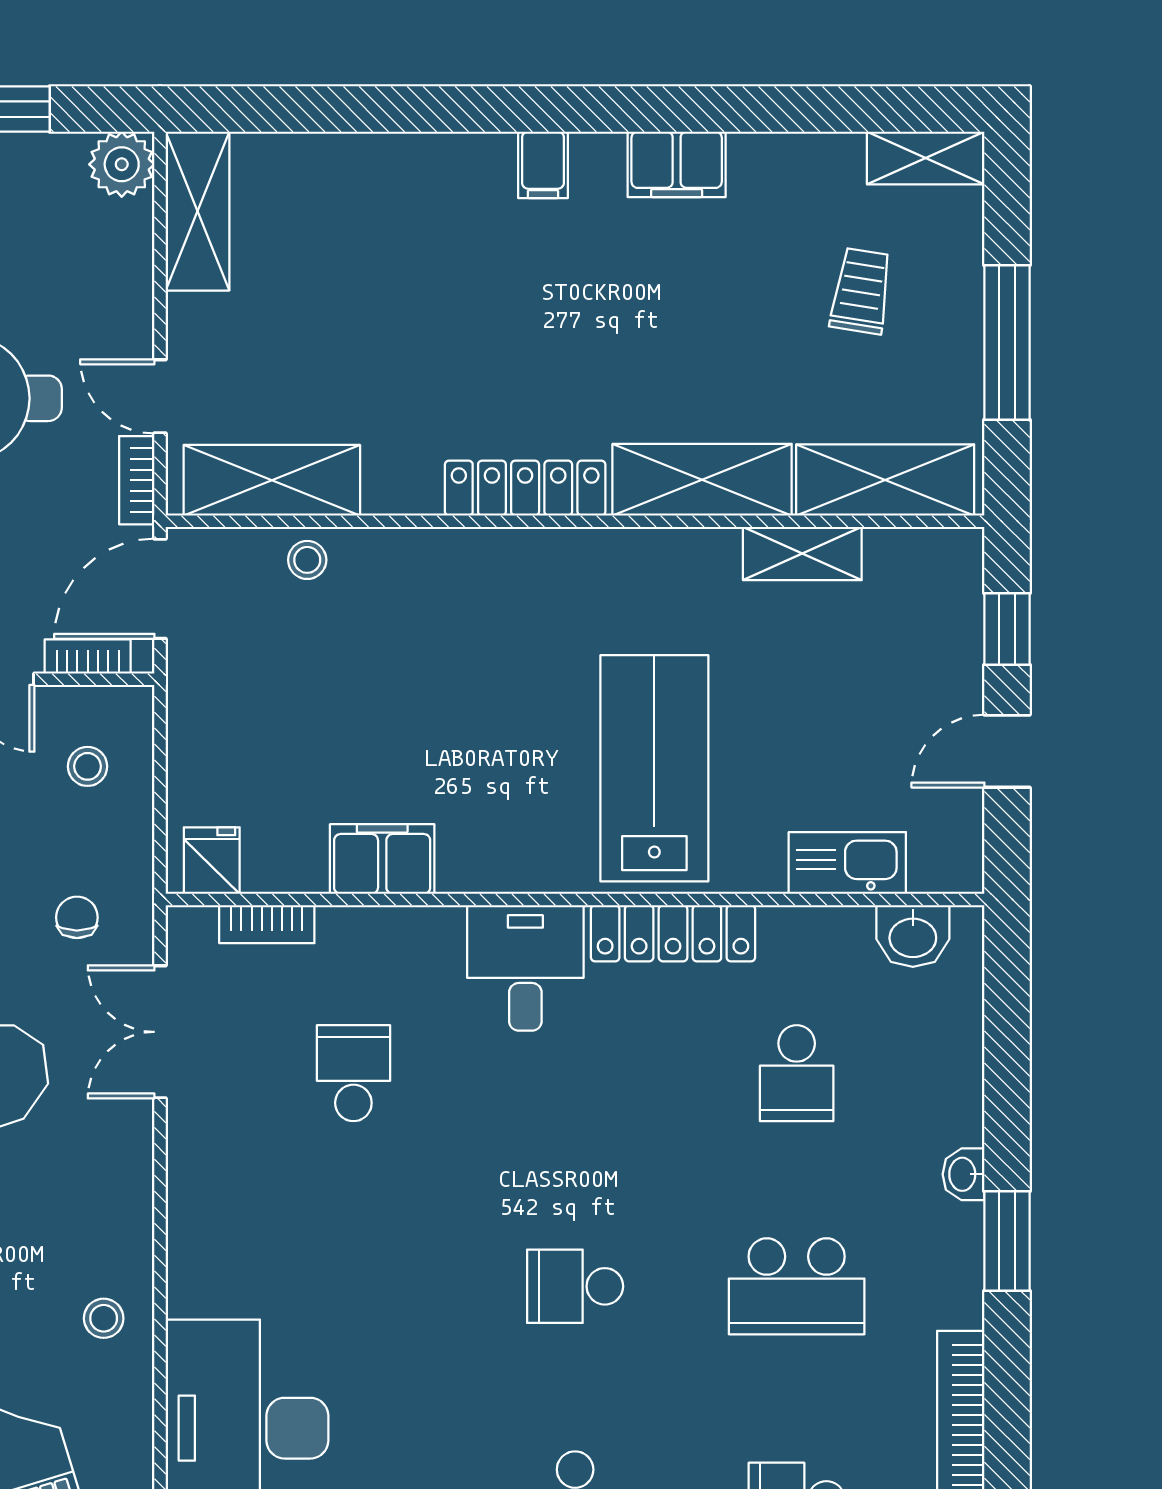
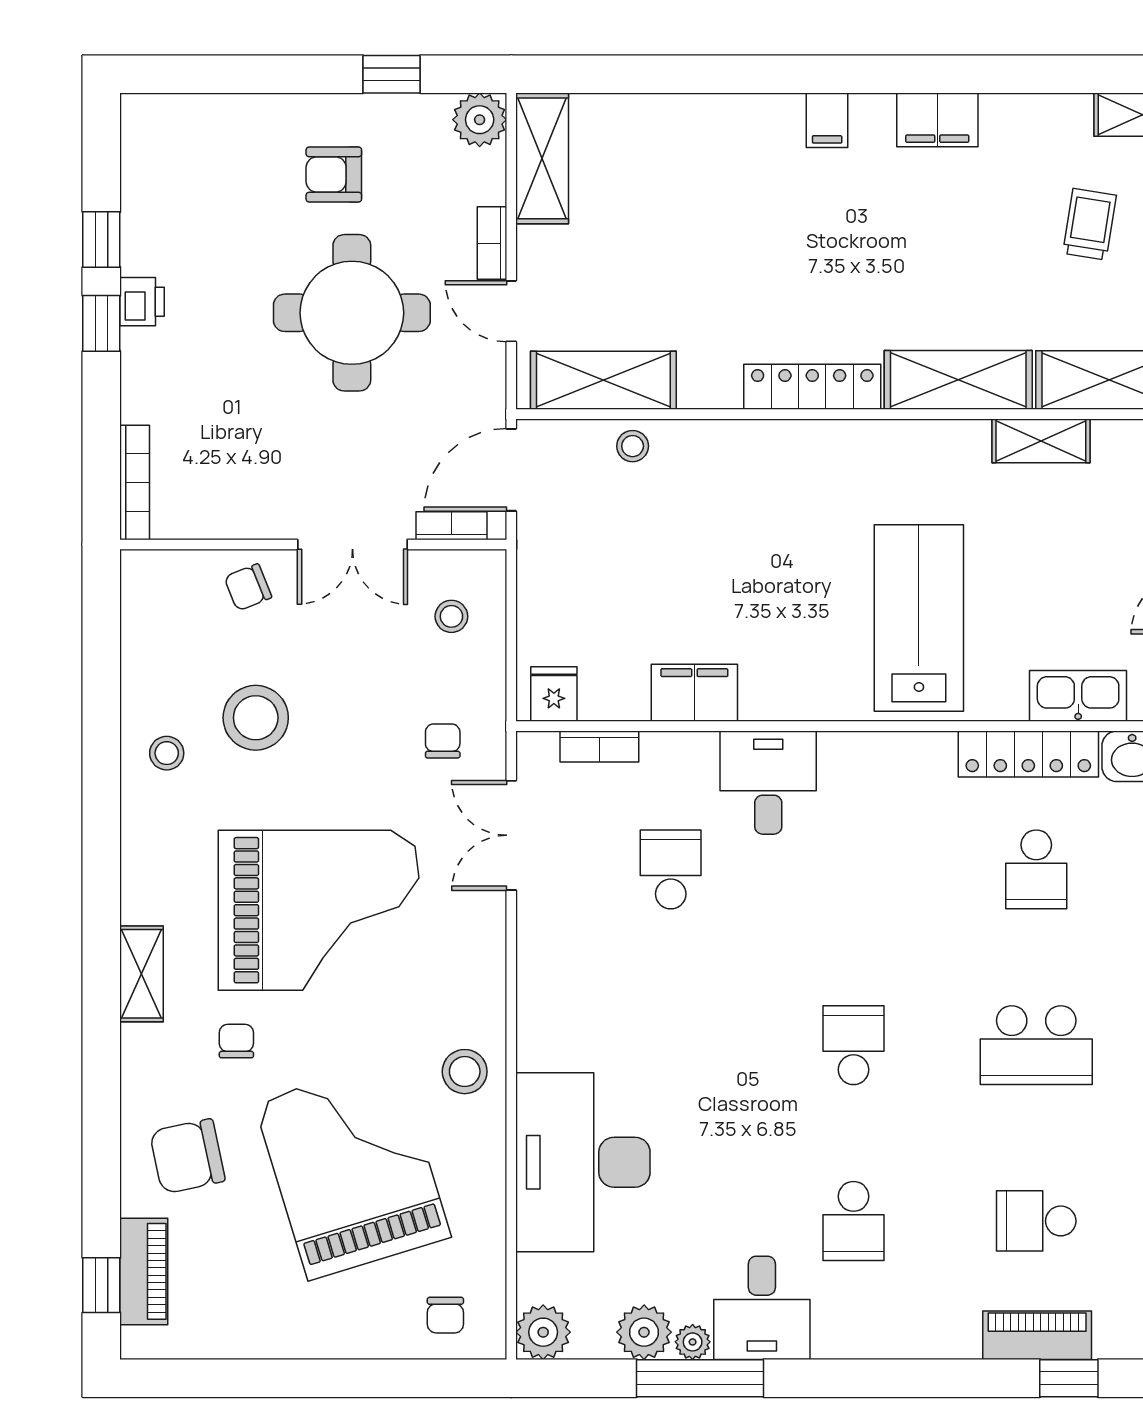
bookcase: (137, 480) -> (492, 243), moved
locker: (673, 933) -> (1028, 754), moved
desk: (525, 968) -> (768, 783), moved
school desk: (575, 1286) -> (853, 1045), turned 90
stool: (104, 1318) -> (465, 1072), width x1.37, depth x1.37

